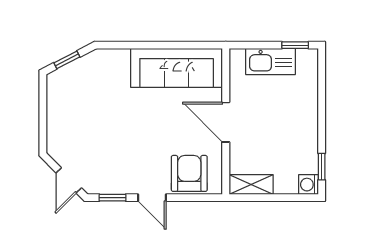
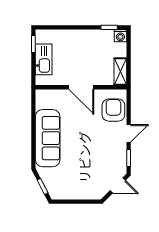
sofa: (177, 68) -> (48, 138), moved
door: (226, 122) -> (81, 87), hinge flipped
armchair: (189, 173) -> (113, 110), turned 90

